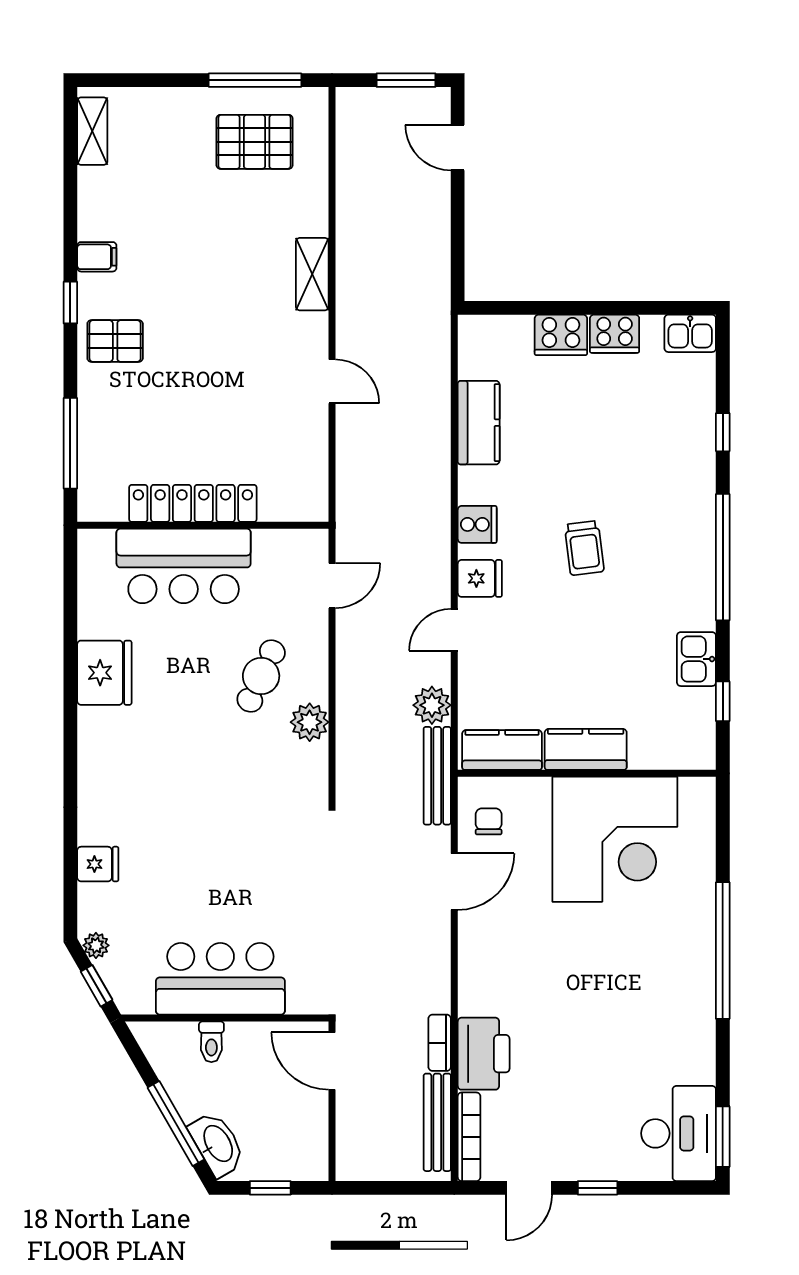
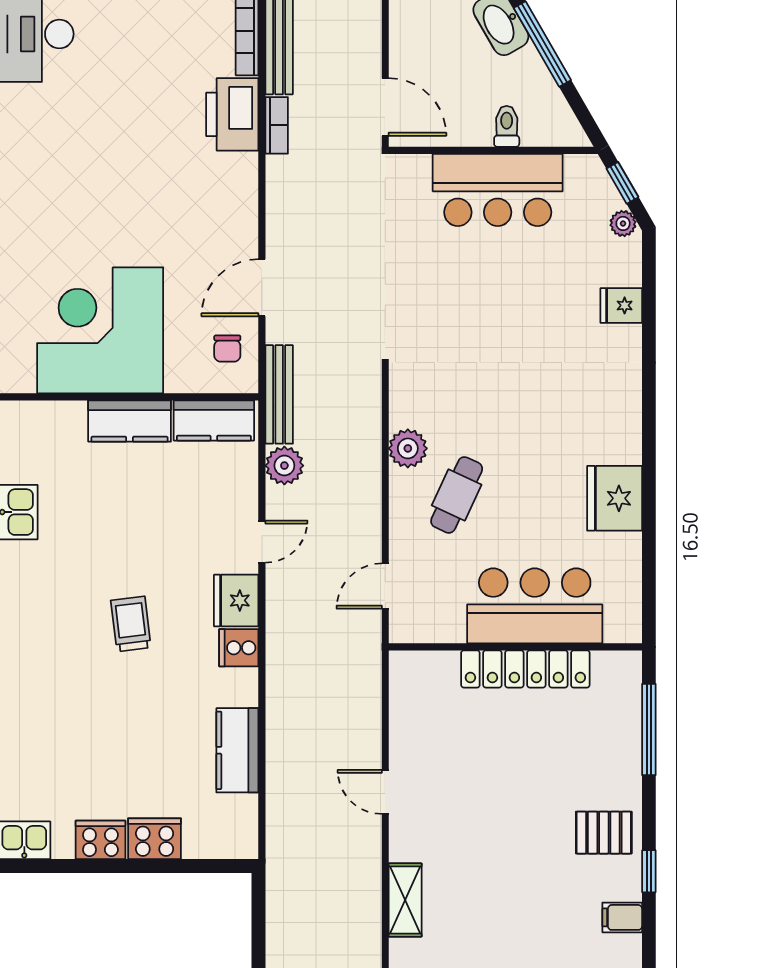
fridge: (480, 578) -> (236, 600), width x1.38

